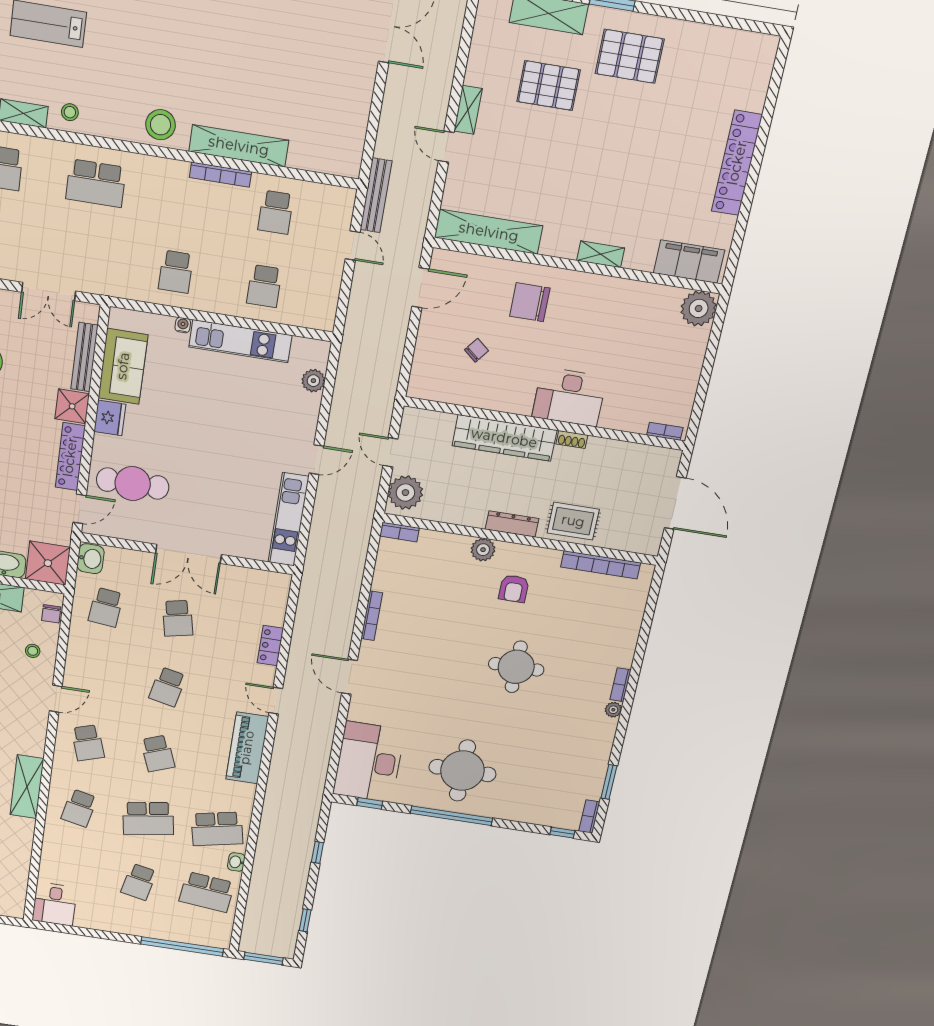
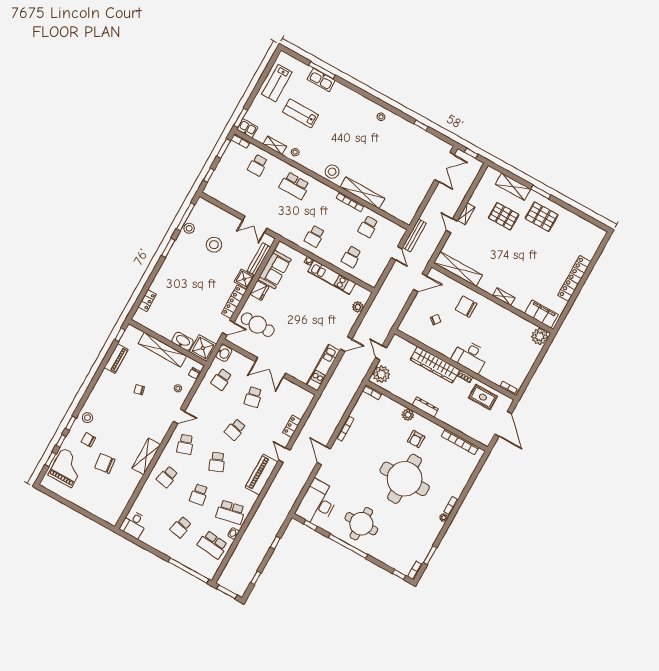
rug: (573, 521) -> (483, 397), moved
round table: (516, 667) -> (405, 479), width x1.86, depth x1.86
school desk: (148, 818) -> (199, 495), width x0.54

